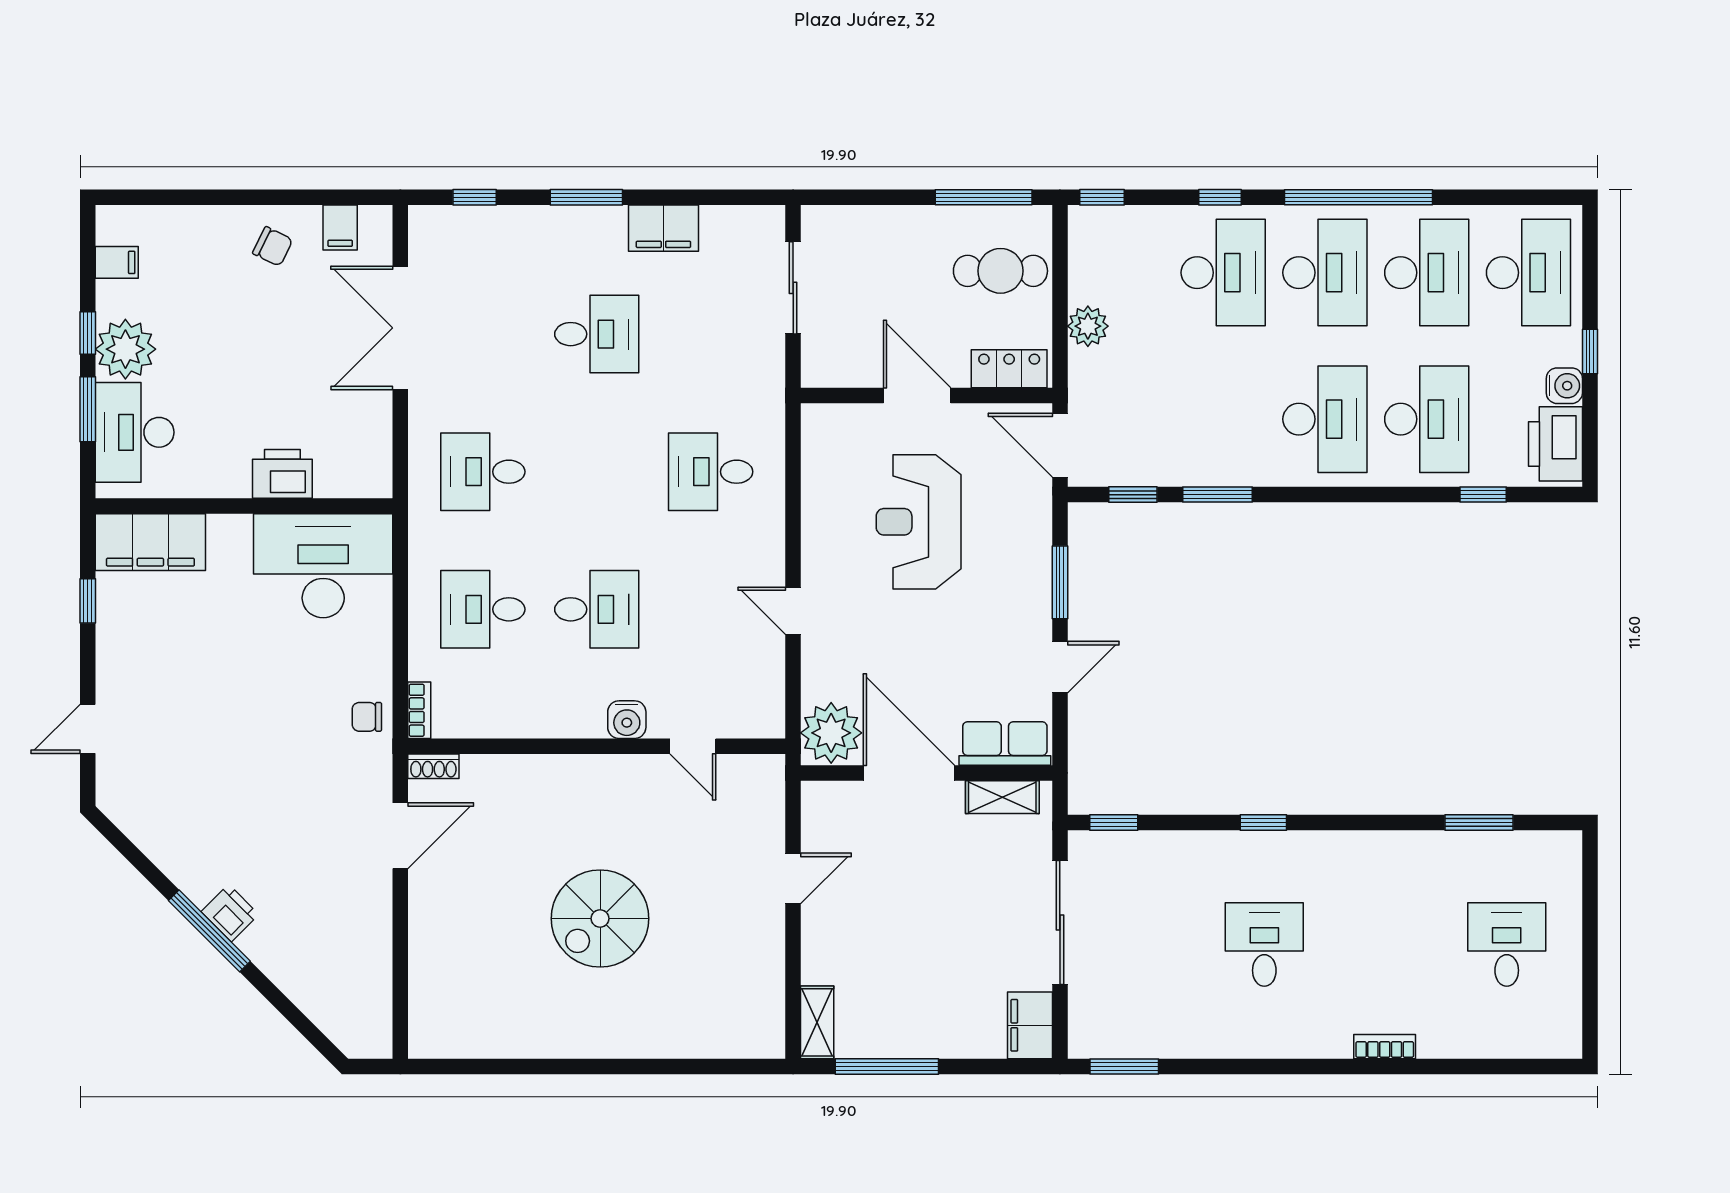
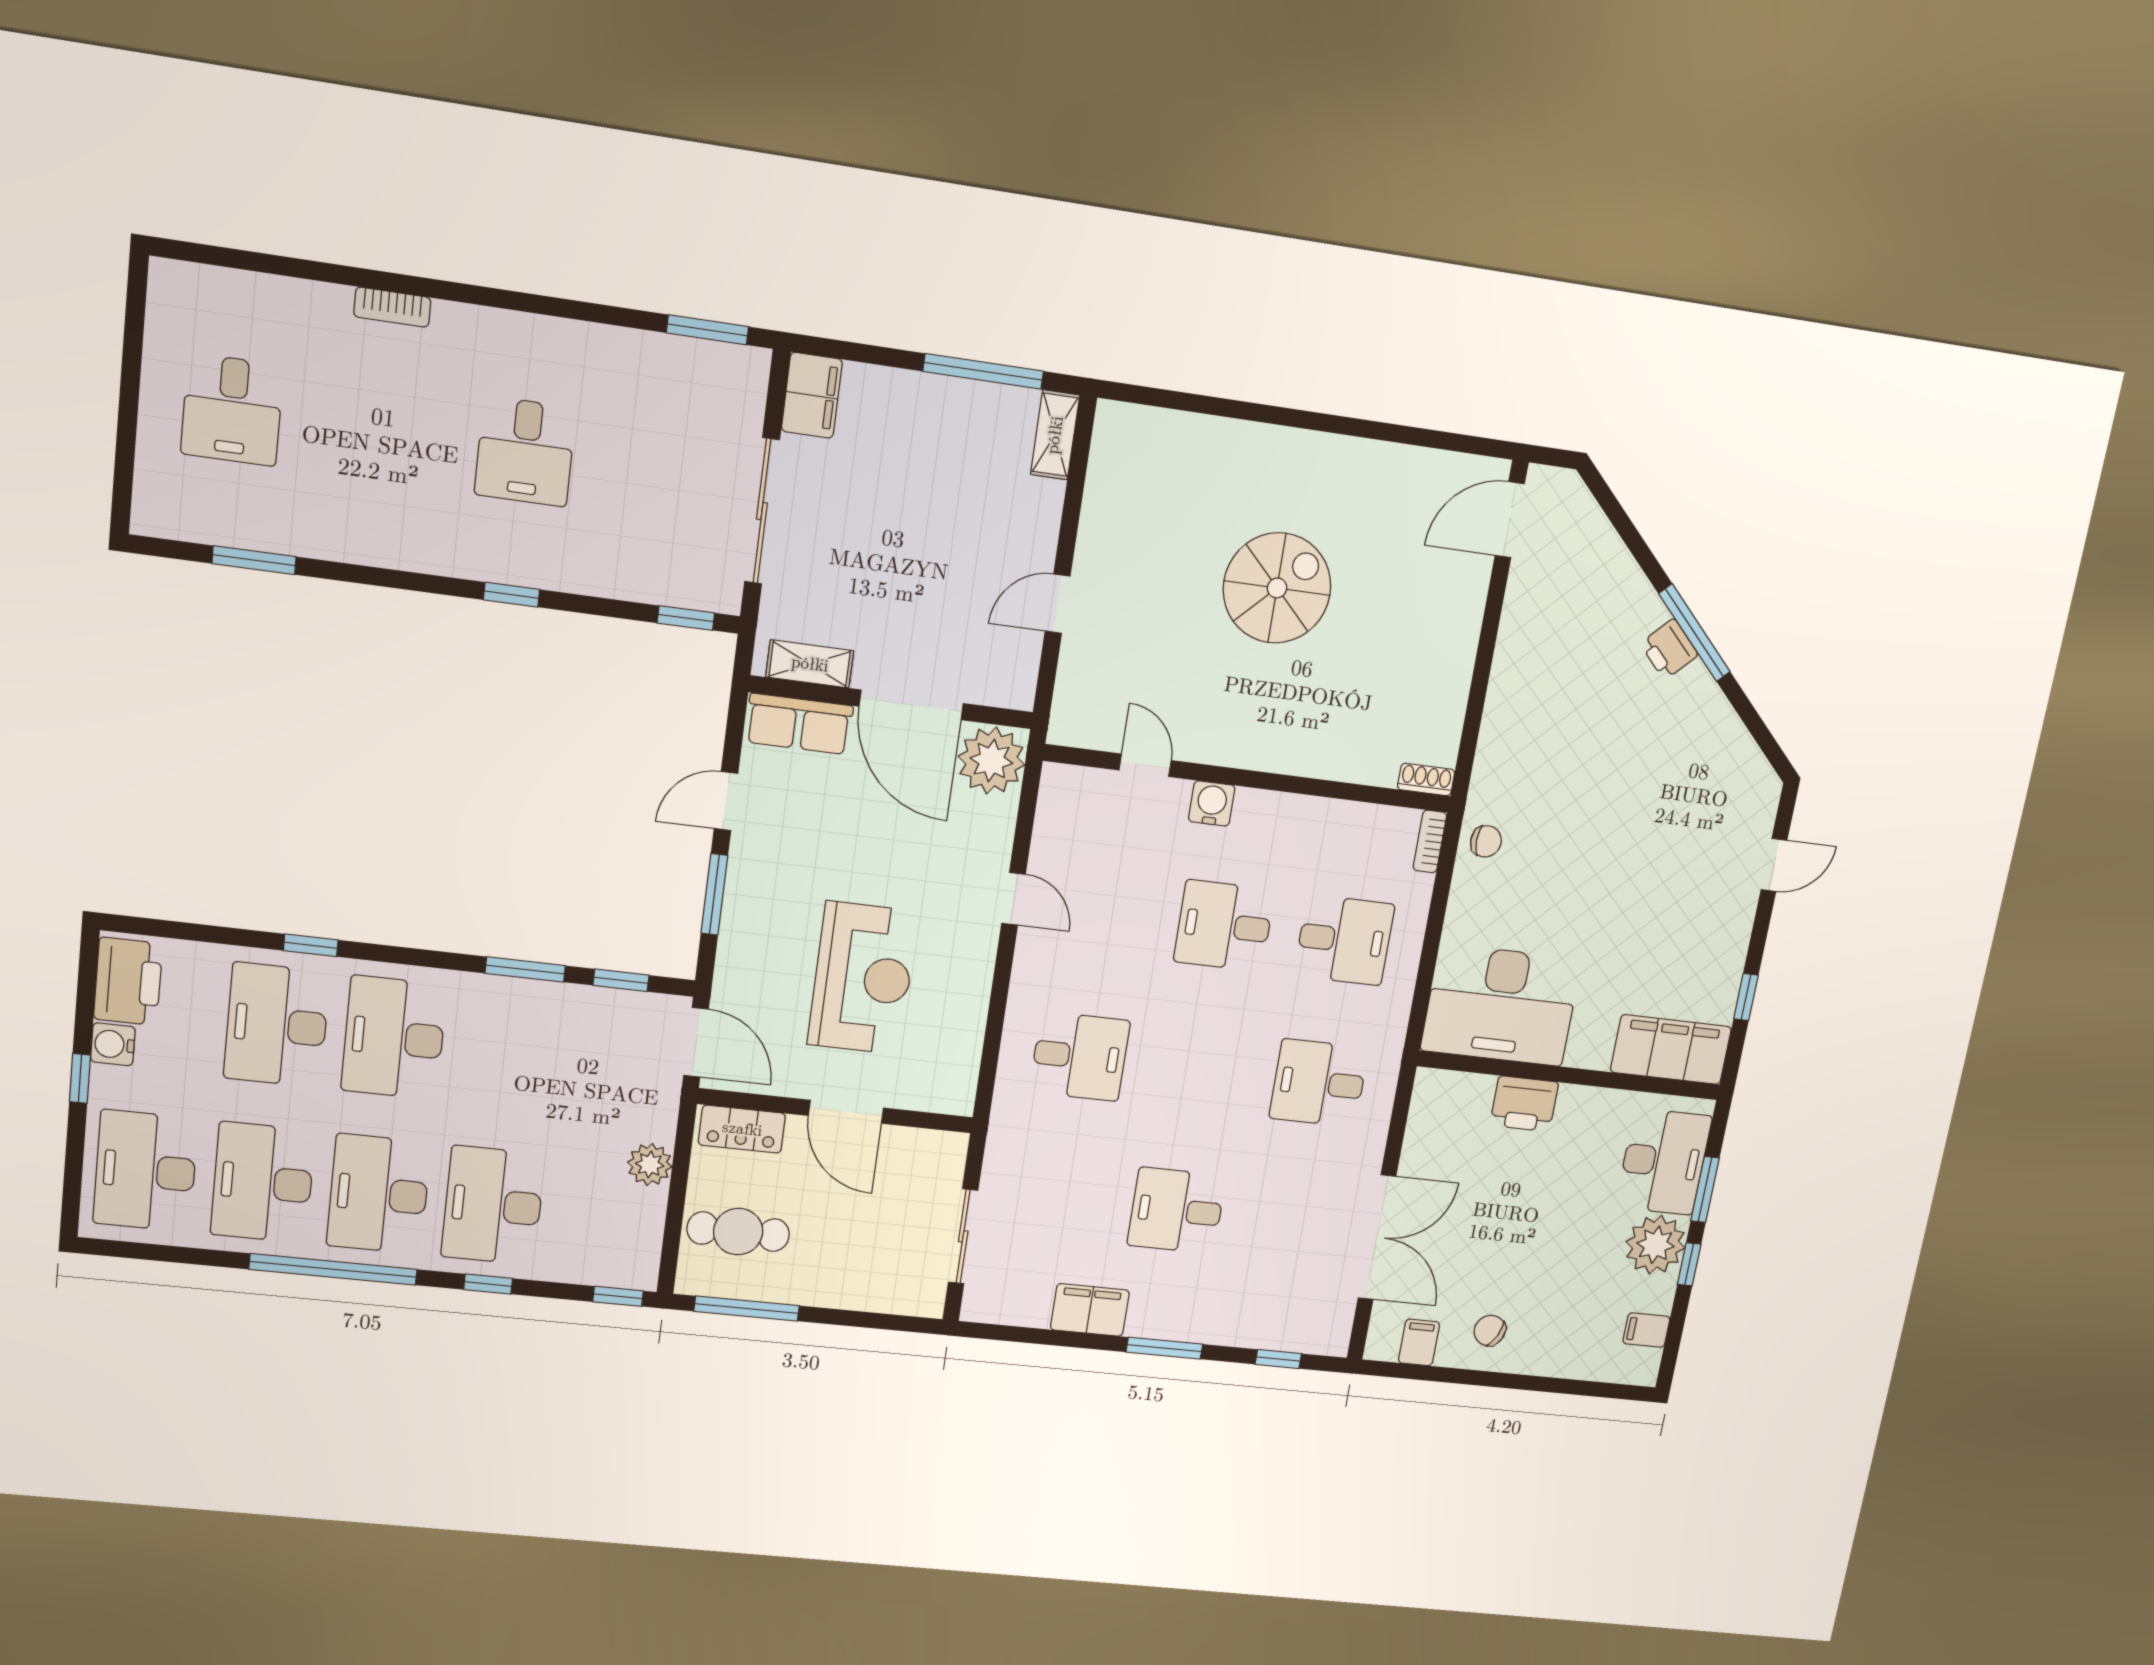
desk: (483, 472) -> (1319, 1083), turned 180
window: (1483, 495) -> (311, 945), moved
door: (400, 836) -> (1510, 520), moved

